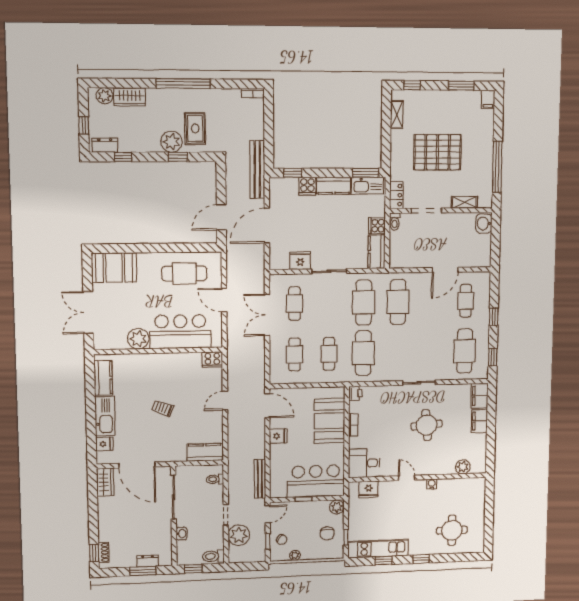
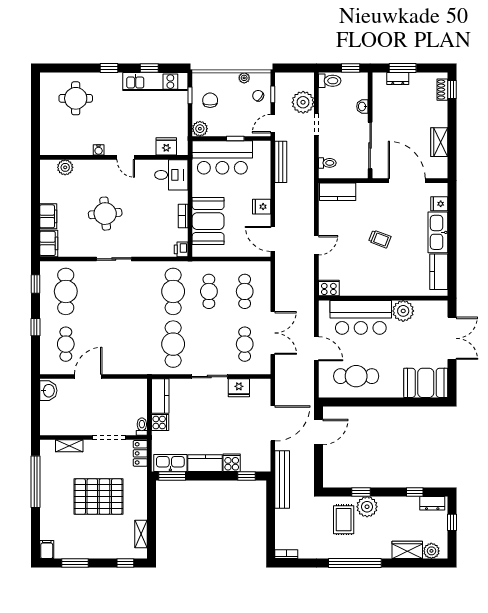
washbasin: (484, 224) -> (48, 391), moved
cafe table: (398, 302) -> (137, 344), removed
wardrobe: (105, 482) -> (439, 142), moved

